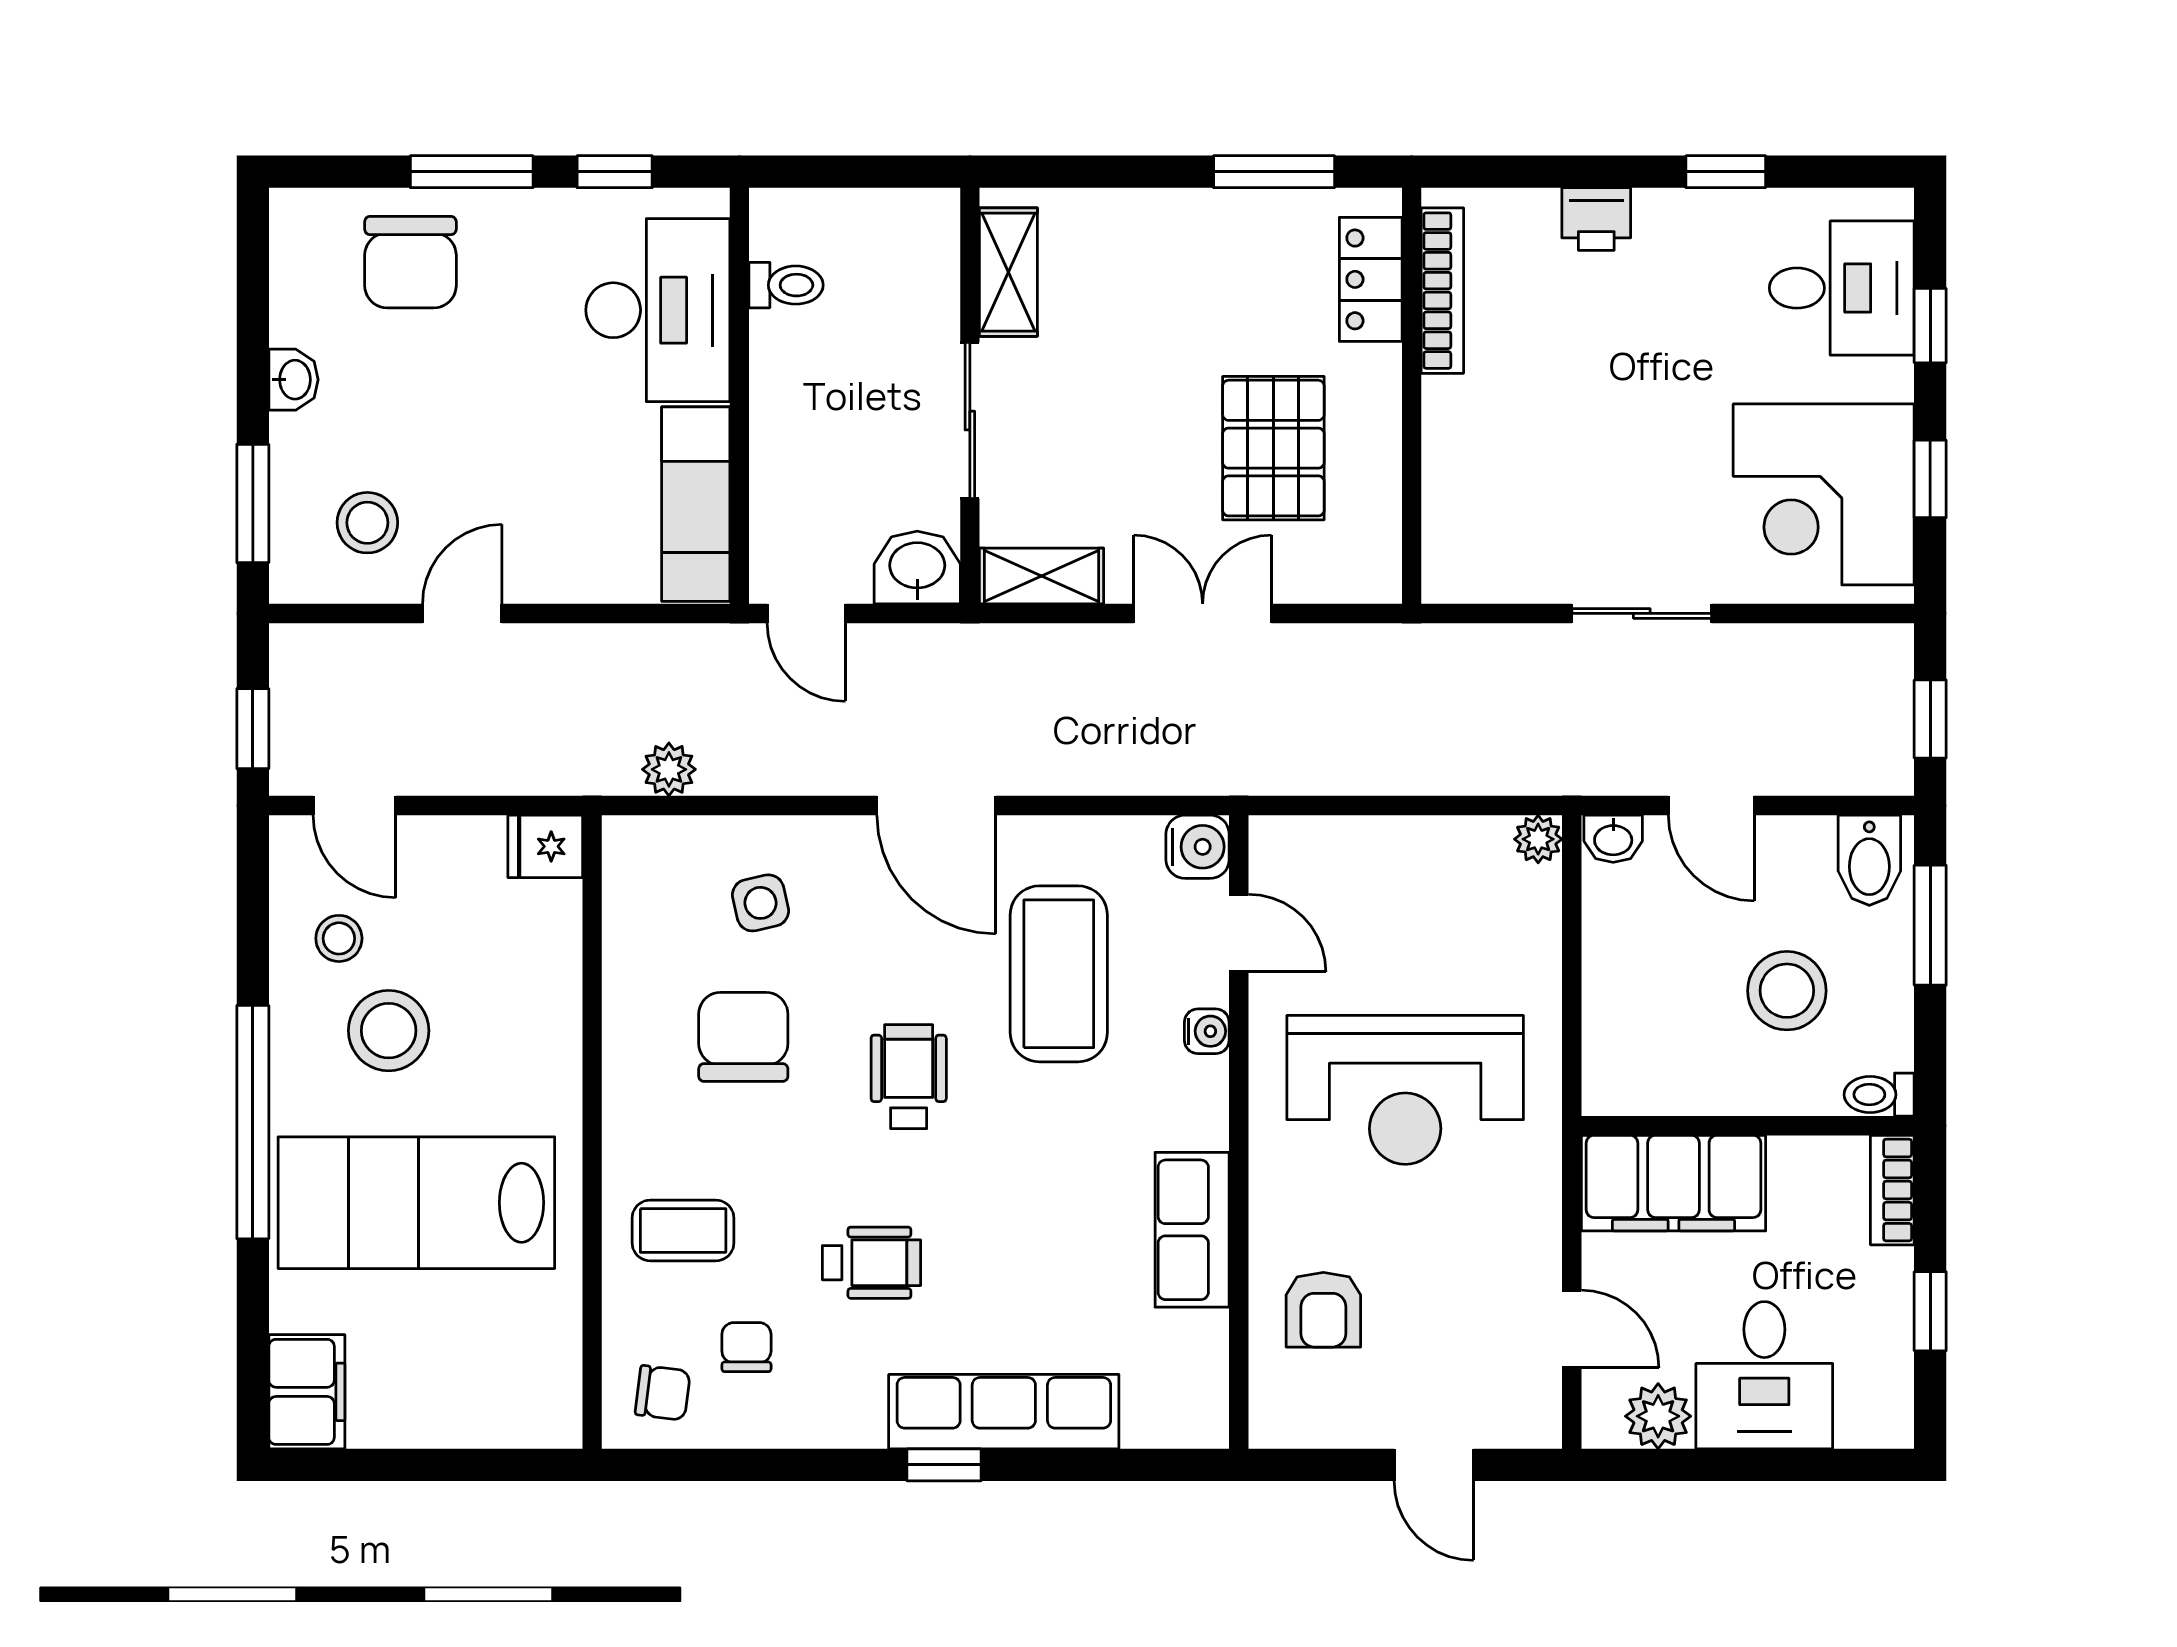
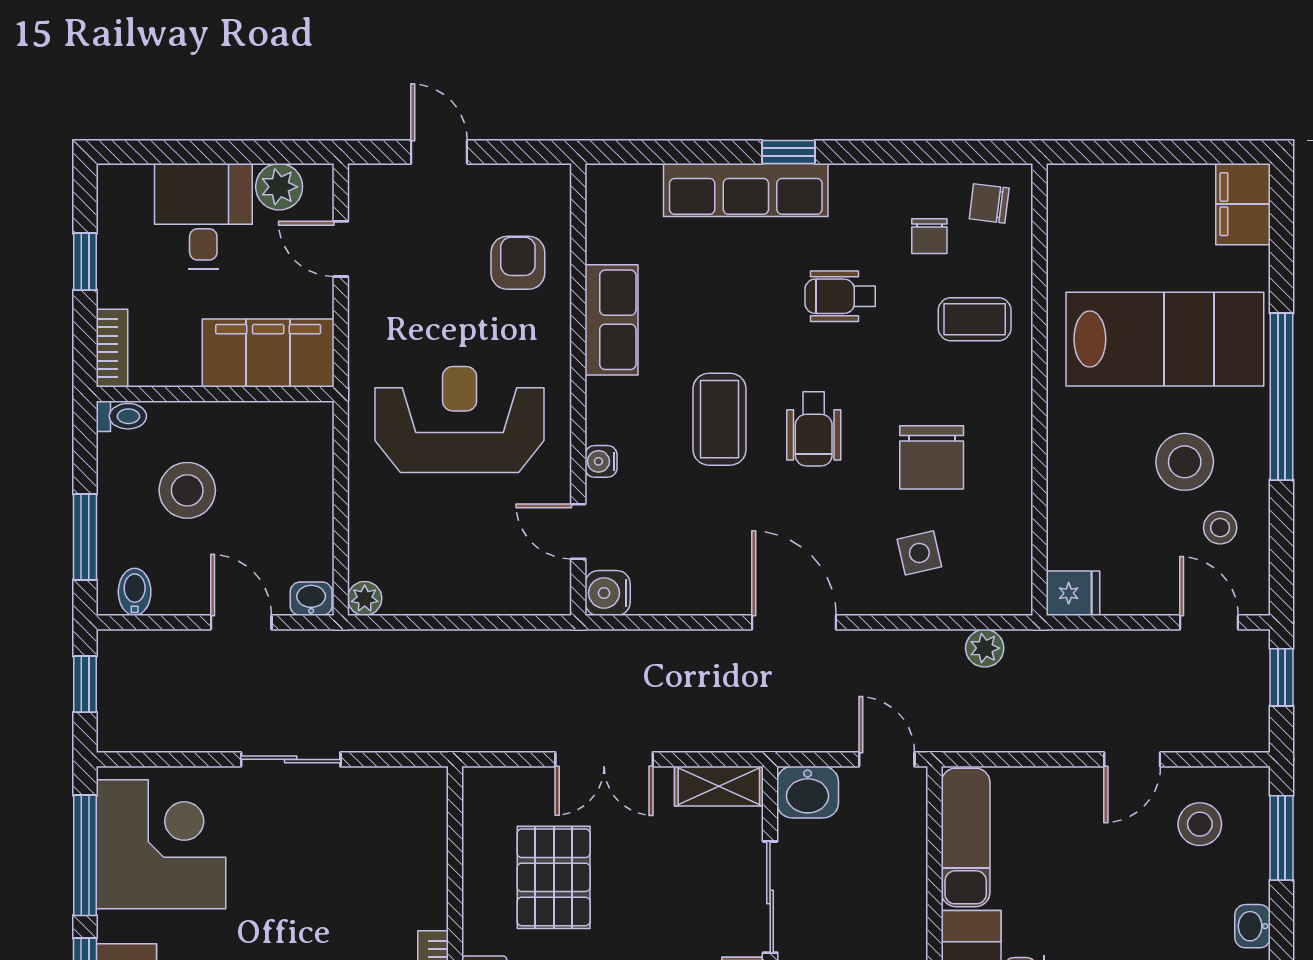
window: (1930, 479) -> (85, 855), width x2.17
bidet: (1869, 860) -> (135, 592), width x0.72, depth x0.74
coffee table: (1059, 974) -> (720, 419), moved, width x0.73, depth x0.76

